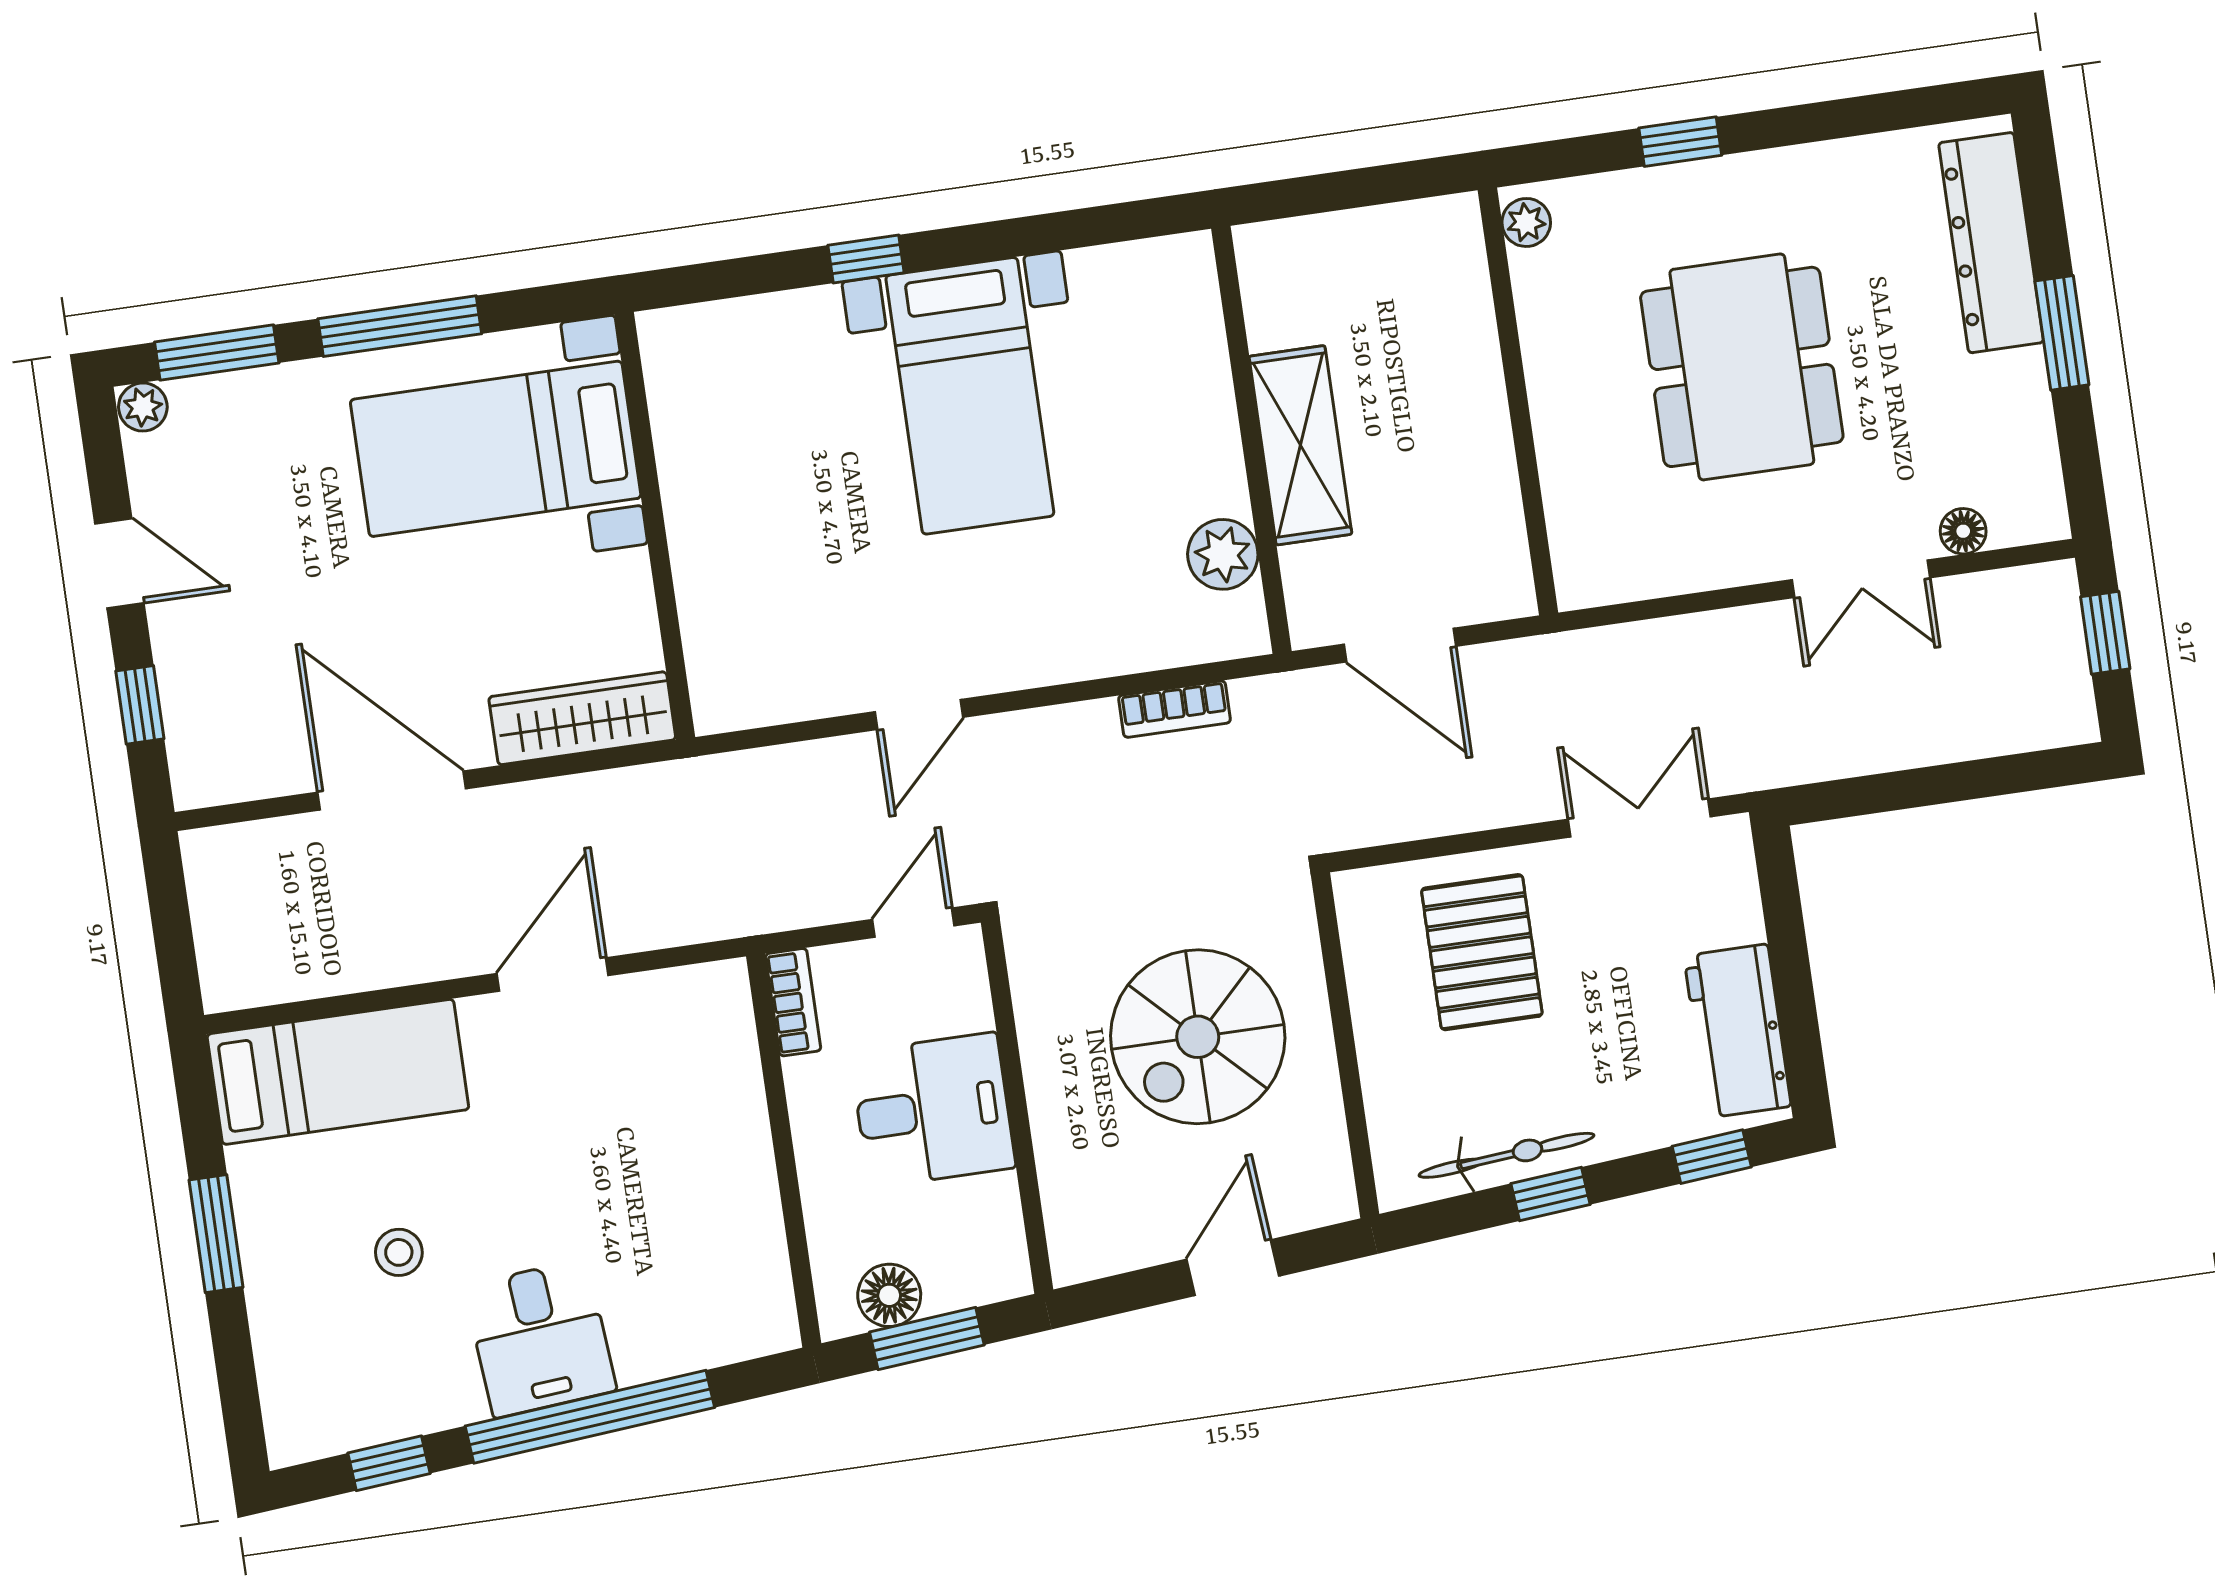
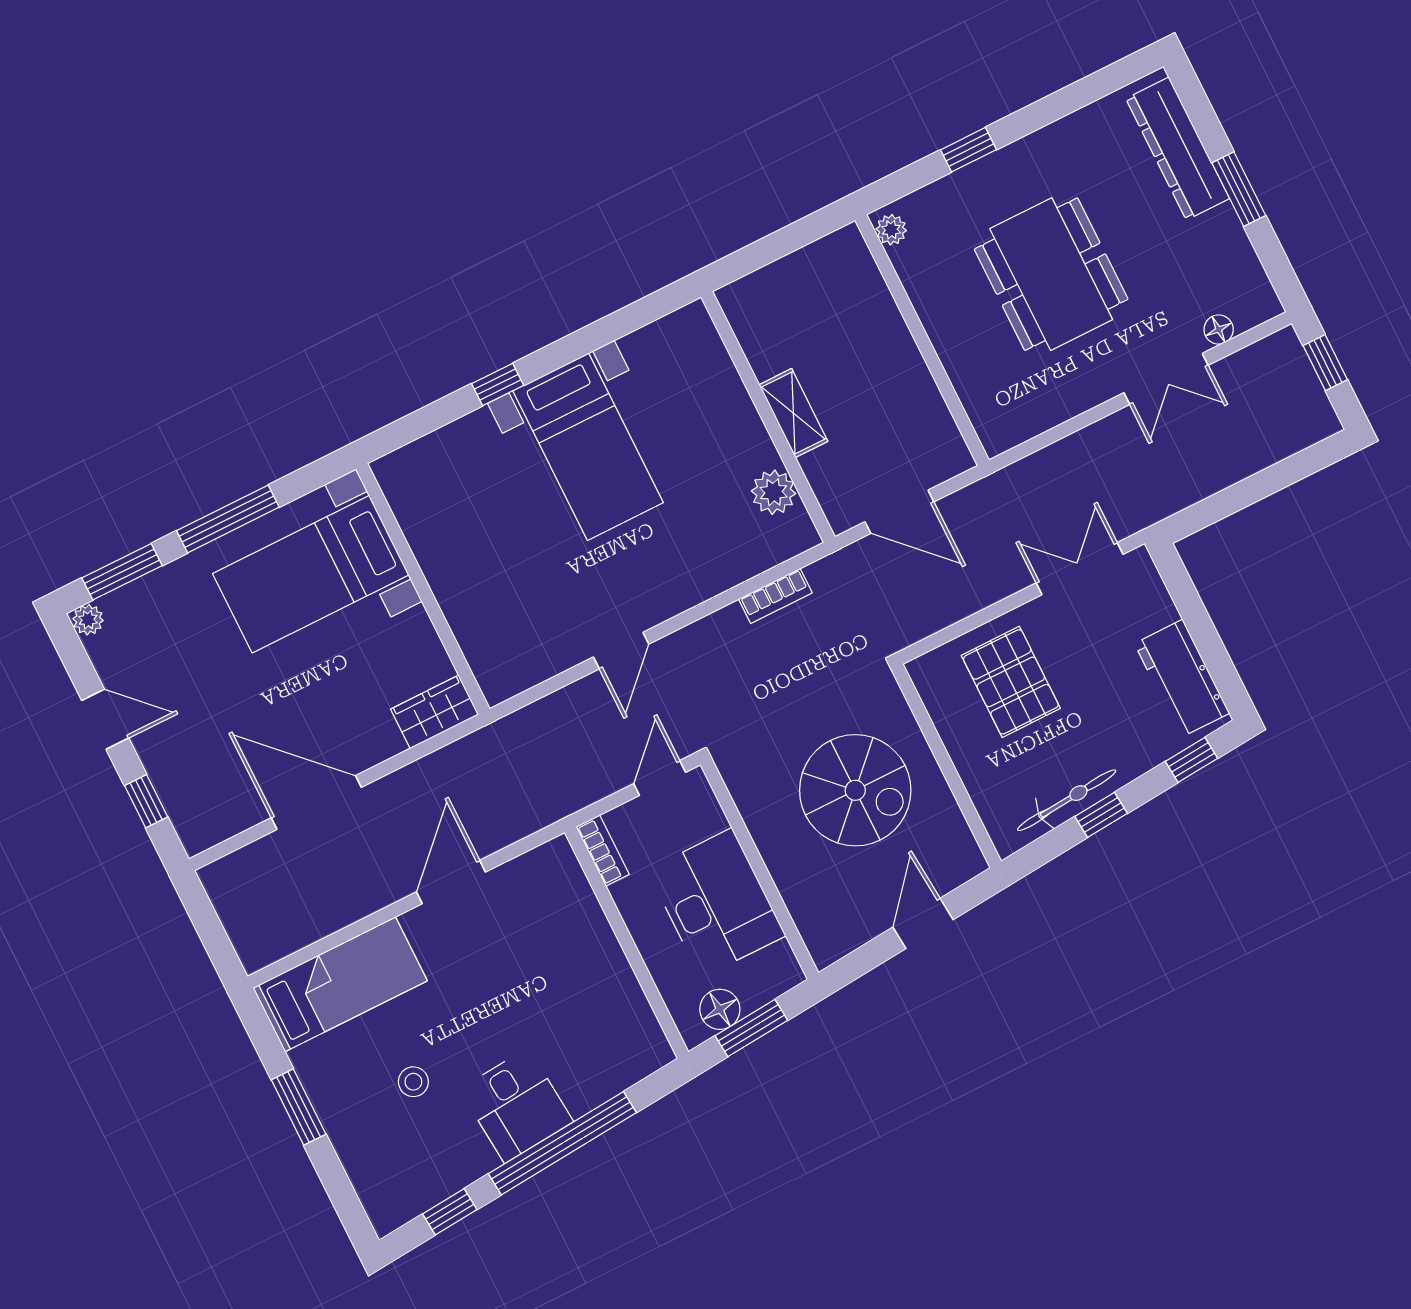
shelving: (1300, 445) -> (793, 413), width x0.67, depth x0.75
wardrobe: (582, 718) -> (435, 712), width x0.67
spiral stairs: (1198, 1037) -> (855, 790), turned -90
desk: (933, 1110) -> (716, 903), width x1.37

